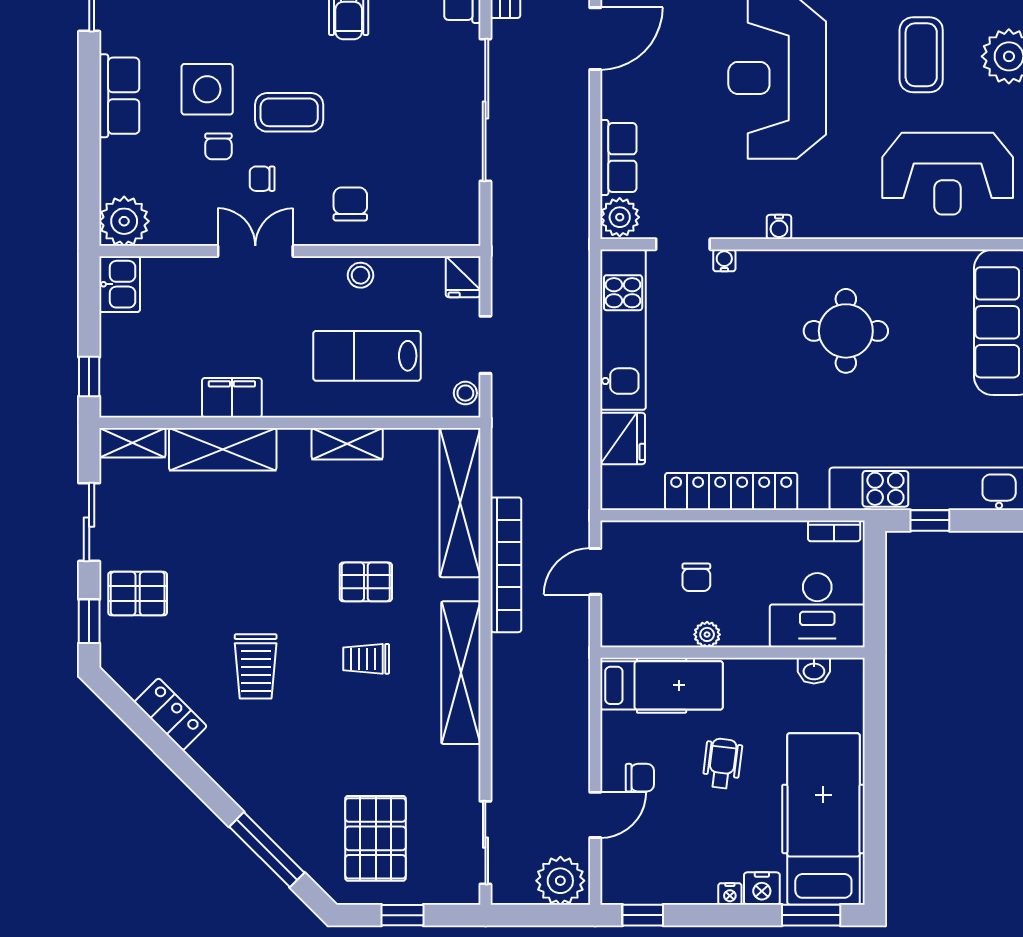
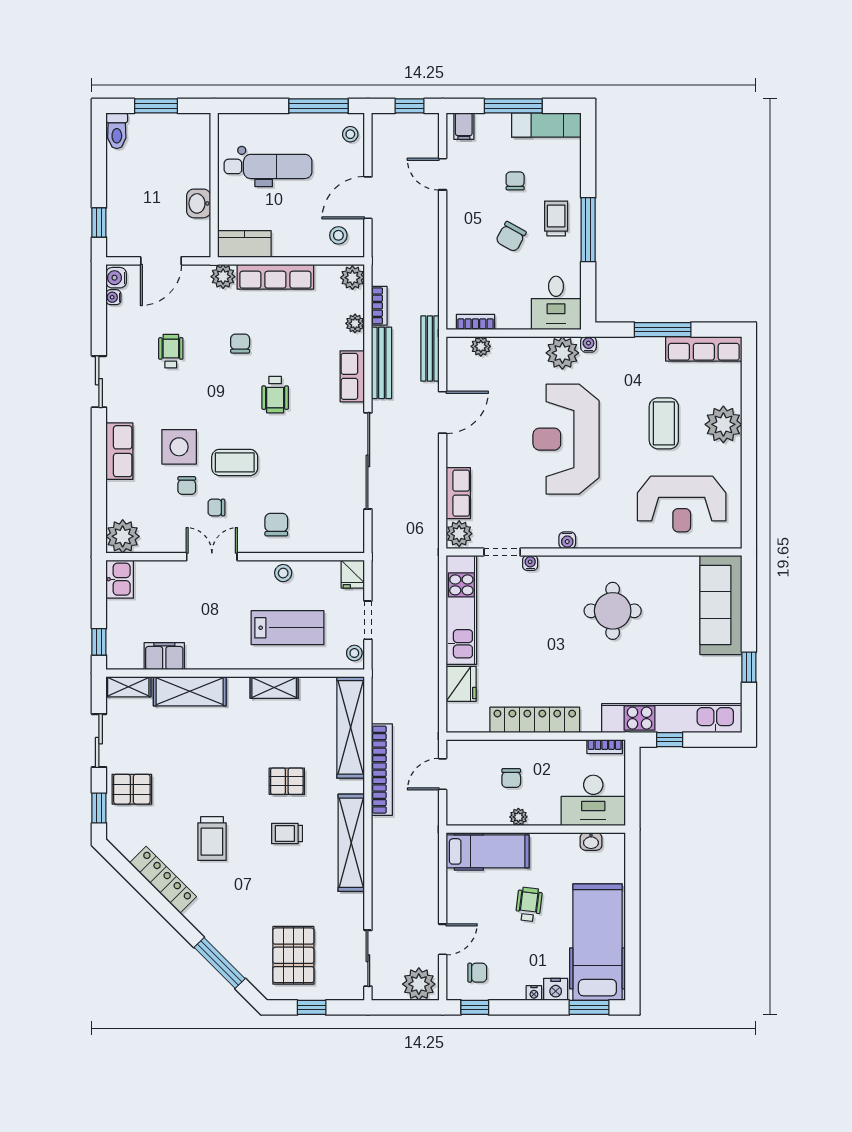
lab bench: (367, 356) -> (288, 628), turned 180
filing cabinet: (232, 398) -> (164, 656), moved
locker: (171, 714) -> (163, 880), width x1.53
chair: (640, 778) -> (477, 973), moved

